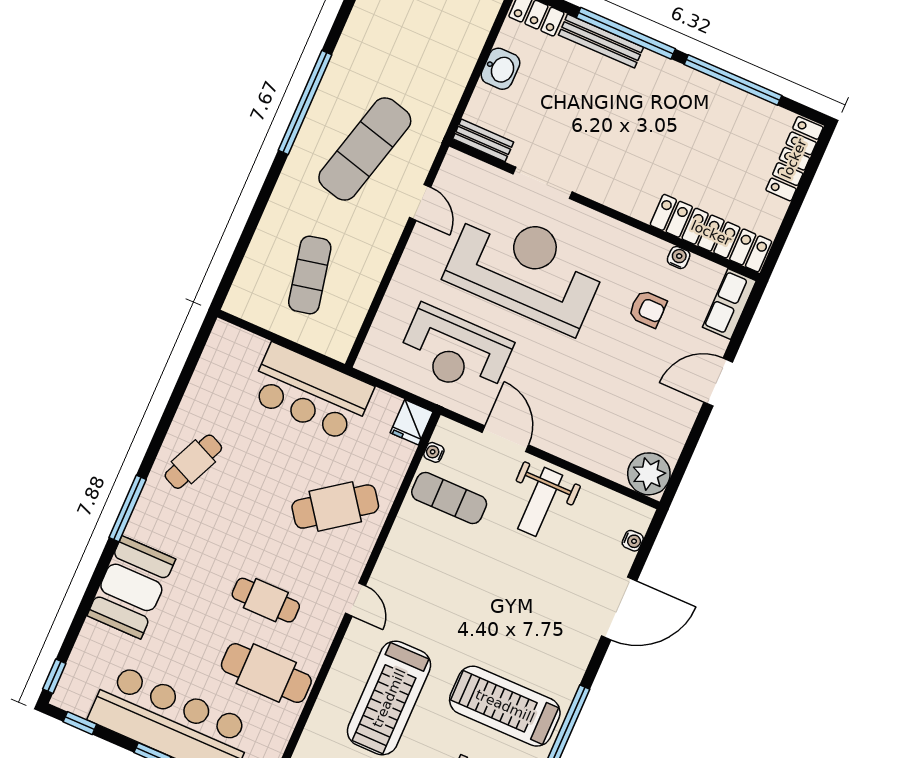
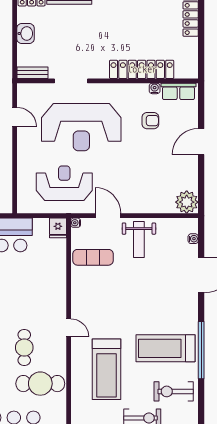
locker: (711, 233) -> (142, 69), moved
reception desk: (526, 269) -> (81, 127), turned 180
row of seats: (729, 304) -> (178, 91), moved, turned -90
reception desk: (455, 351) -> (64, 183), turned 180
water cooler: (434, 452) -> (76, 223), moved
cafe table: (335, 507) -> (38, 286), removed
cafe table: (266, 600) -> (24, 348), turned 90

